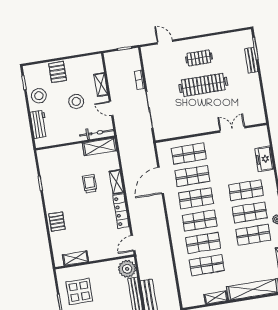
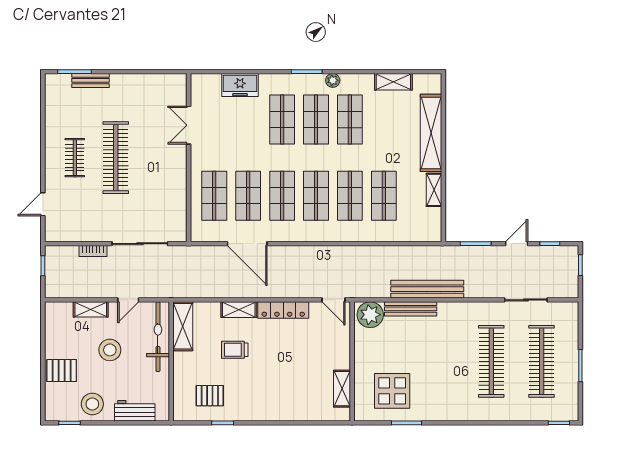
bicycle: (97, 133) -> (158, 337), width x1.37, depth x1.40
pallet: (57, 222) -> (210, 396), moved

